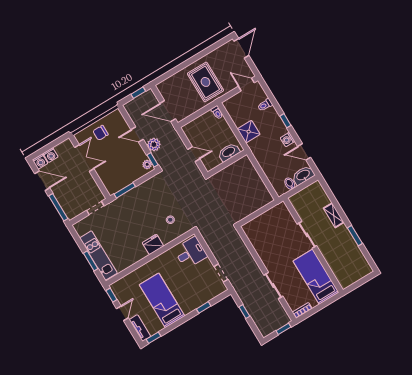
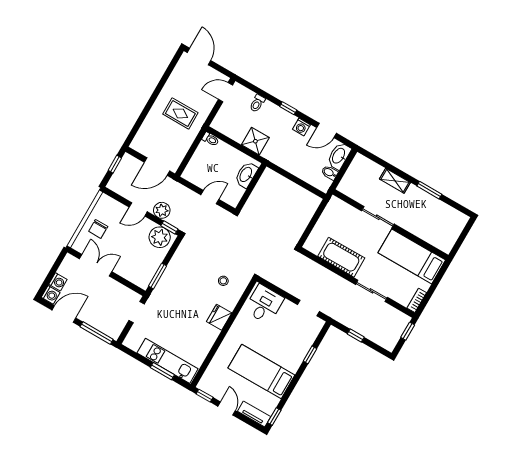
rug: (205, 82) -> (180, 113), width x0.73, depth x0.70
plant: (147, 164) -> (160, 237), width x1.88, depth x1.88
cot: (265, 249) -> (341, 257), added

